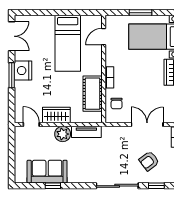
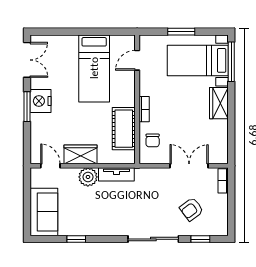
sofa: (47, 172) -> (44, 212), moved, turned 90

